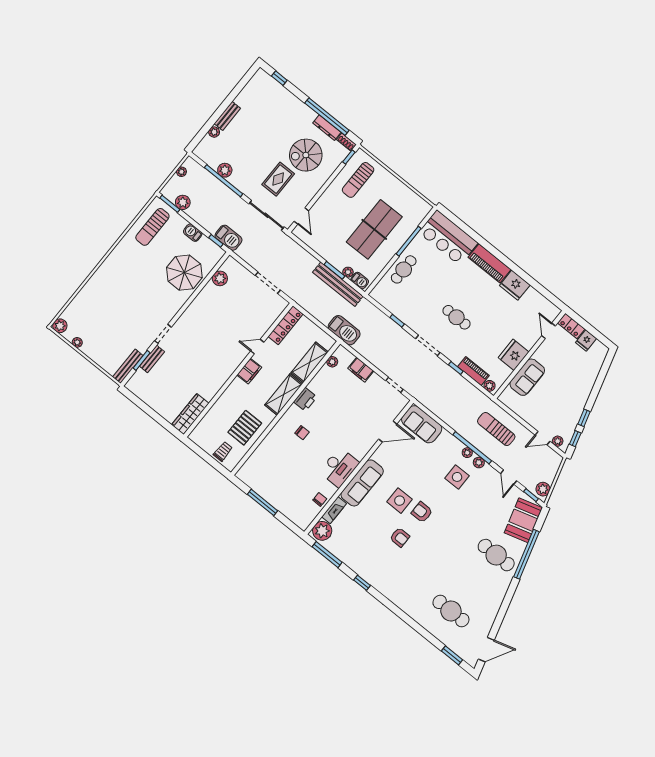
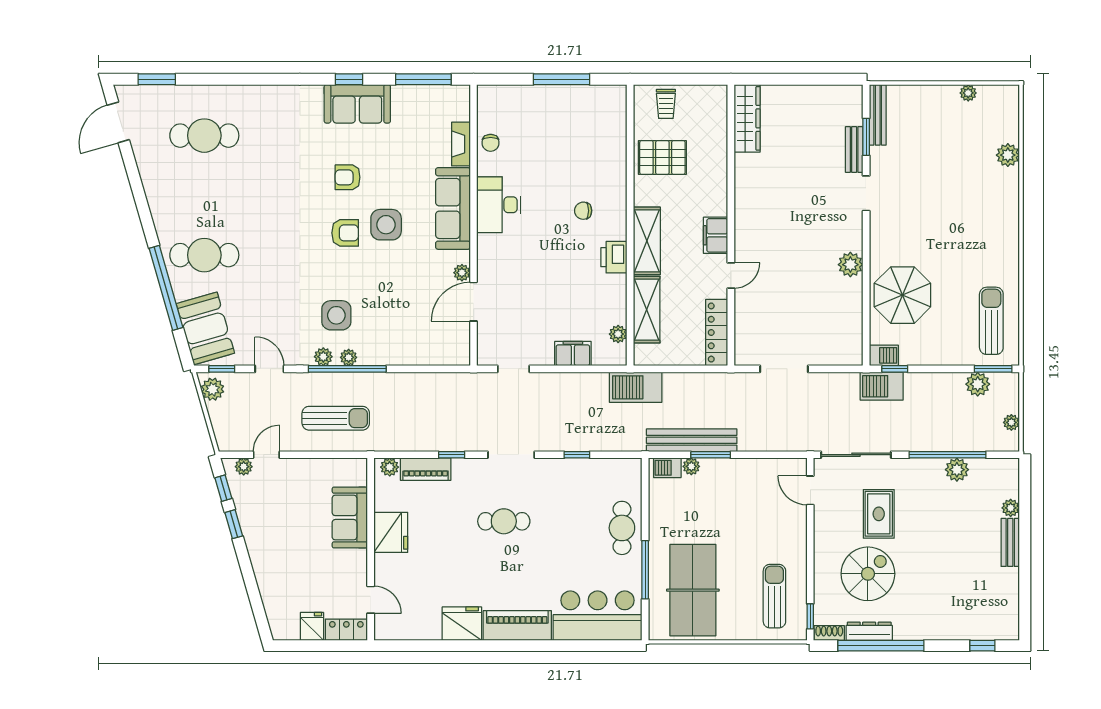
table tennis table: (374, 229) -> (693, 590), moved
barbecue: (193, 233) -> (884, 355), moved
plant: (220, 278) -> (850, 265), moved
plant: (60, 326) -> (1008, 155), moved
sofa: (422, 424) -> (357, 104), moved, turned 180
pallet: (245, 428) -> (662, 157), turned 90
plant: (322, 531) -> (462, 273), moved, width x0.53, depth x0.53

